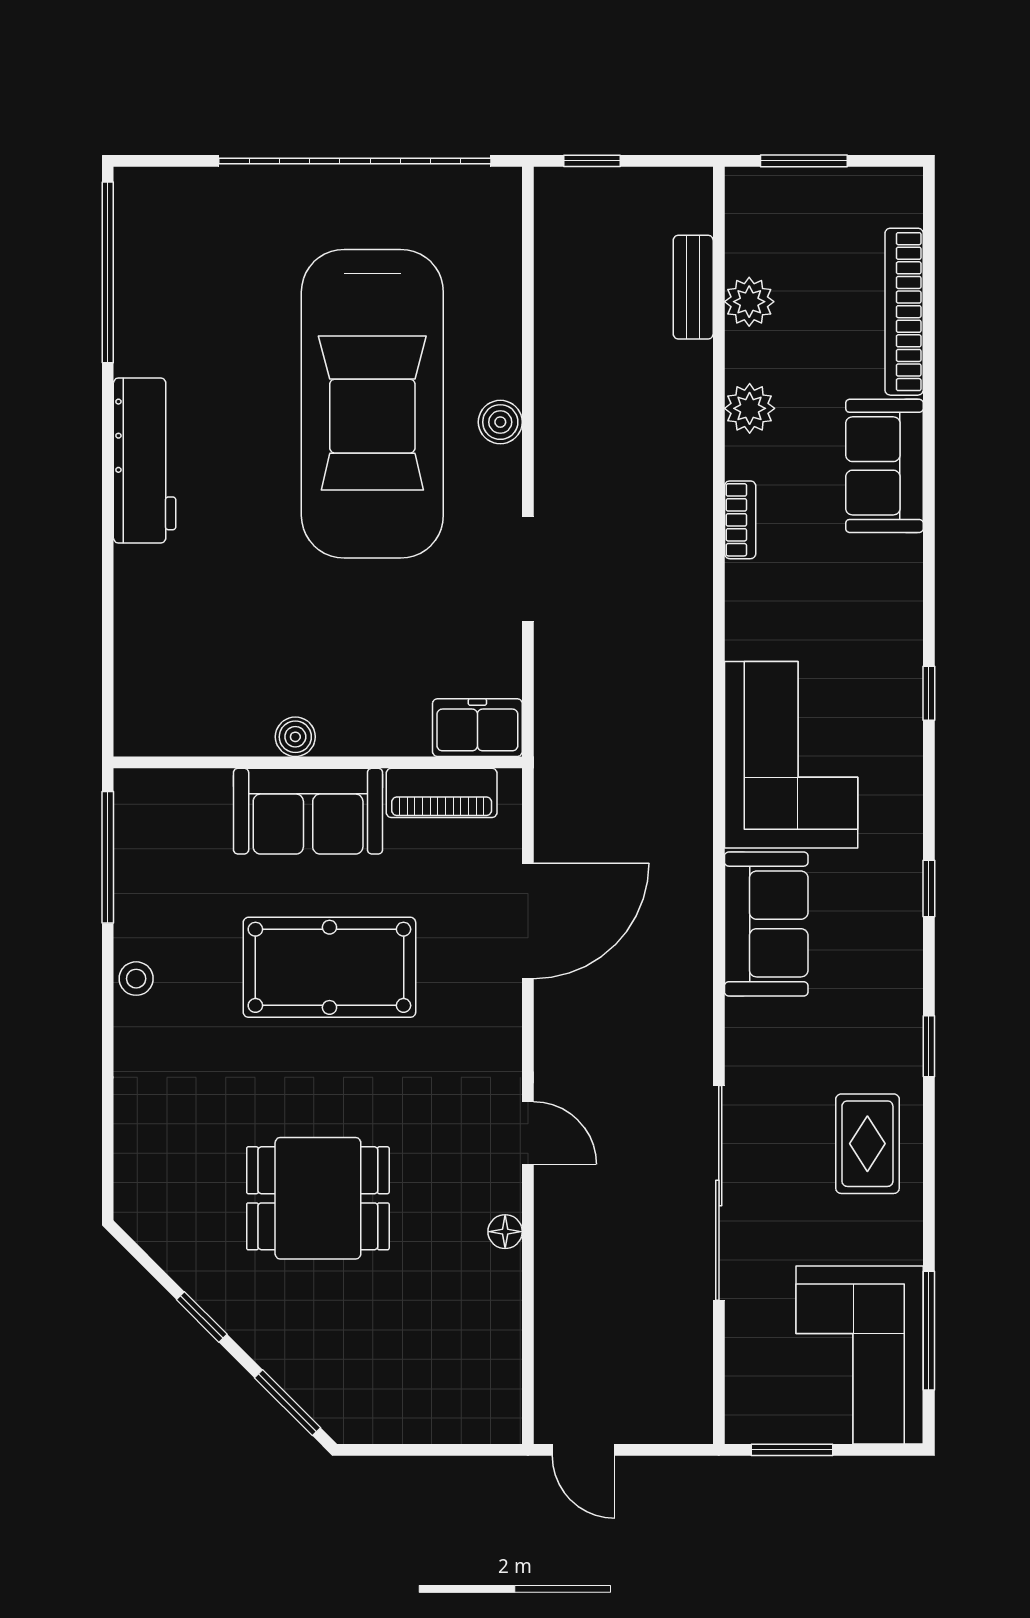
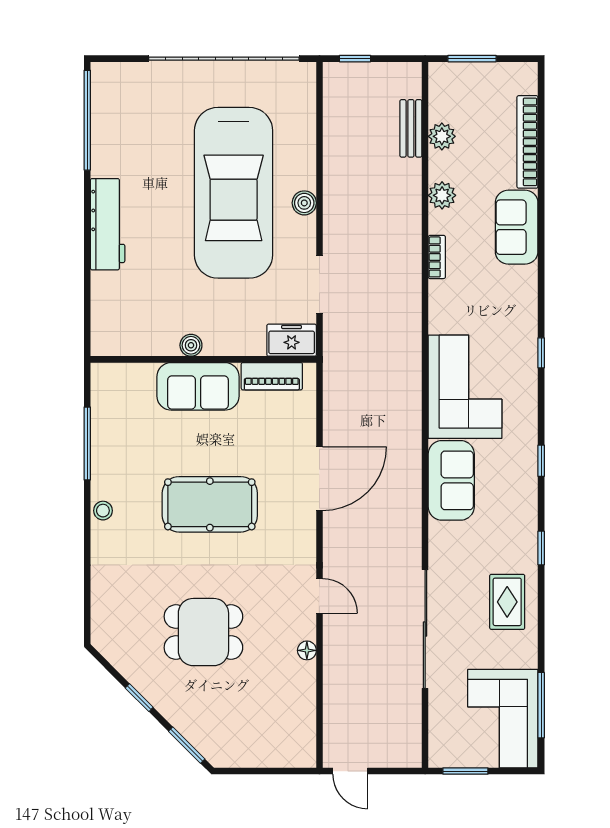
freezer: (477, 728) -> (292, 340), moved
boiler: (295, 737) -> (191, 345), moved
wall: (318, 762) -> (203, 359), moved
piano: (442, 793) -> (272, 376), moved
sofa: (308, 811) -> (198, 386), moved

